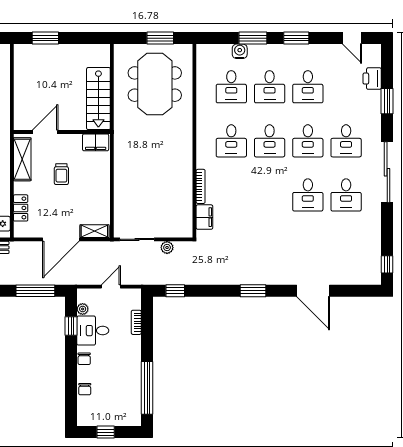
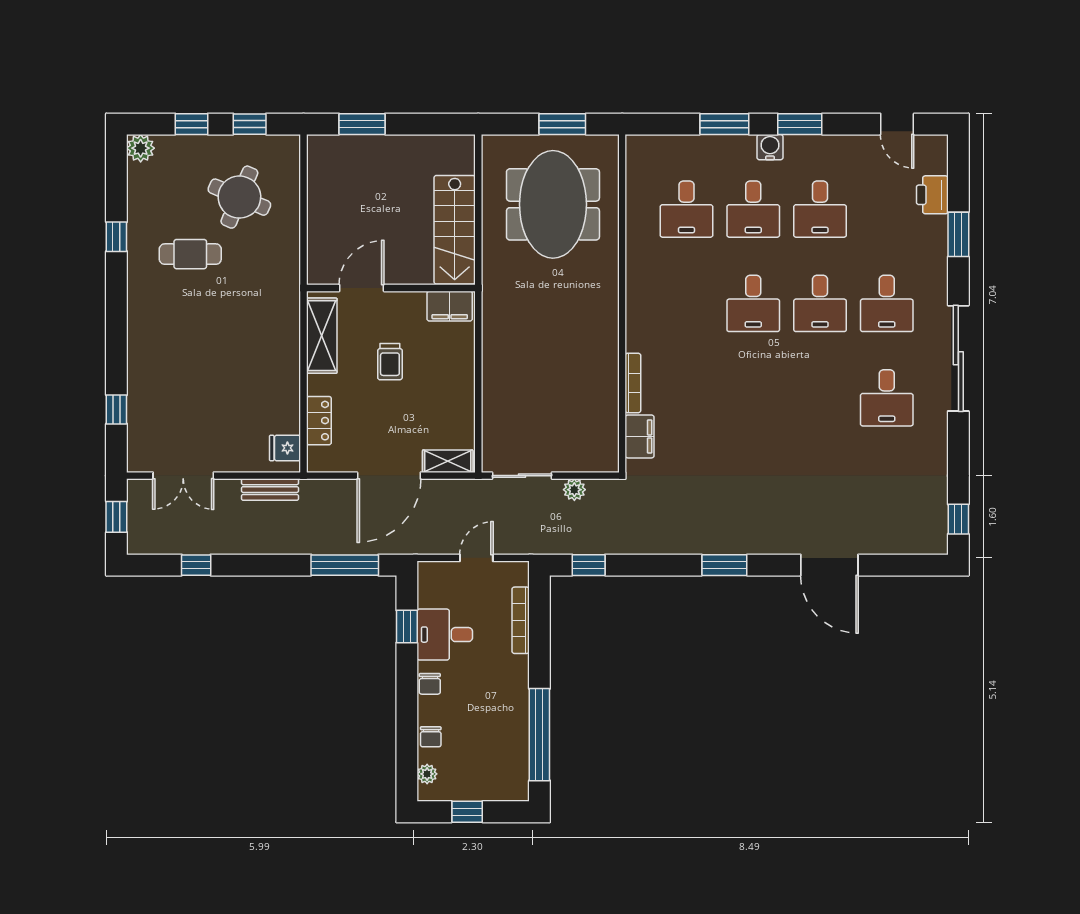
water cooler: (240, 51) -> (770, 147), moved
desk: (231, 141) -> (686, 303), removed
desk: (308, 195) -> (820, 398), removed
plant: (83, 309) -> (427, 774), moved
bookcase: (136, 322) -> (521, 620), width x1.56

